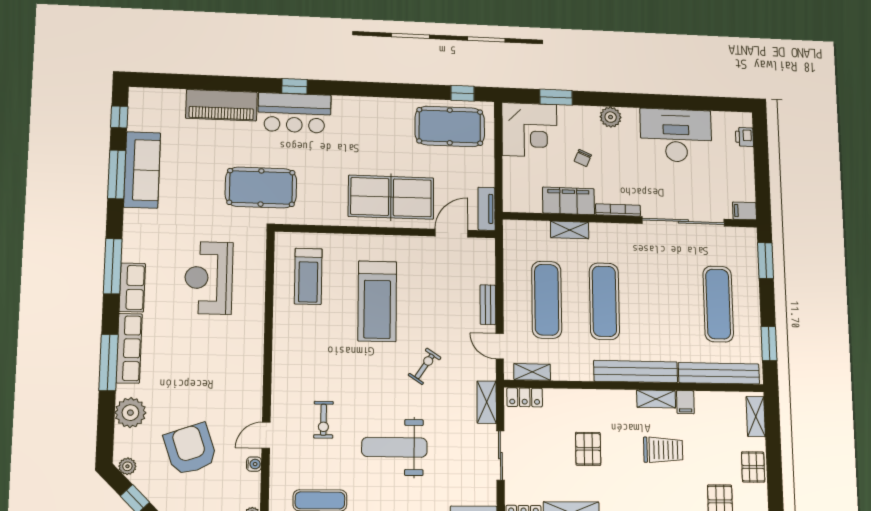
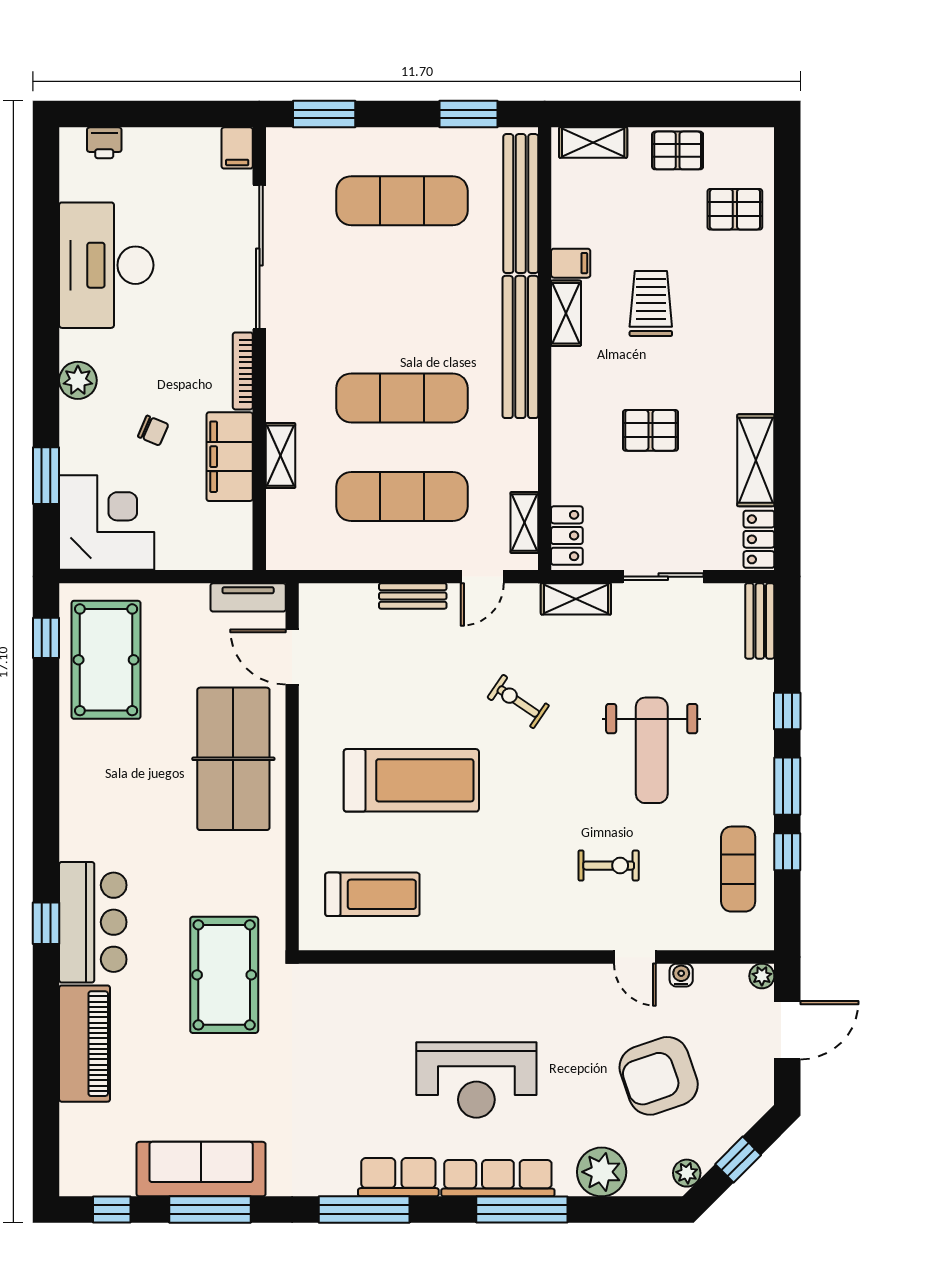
reception desk: (209, 278) -> (476, 1080), moved

